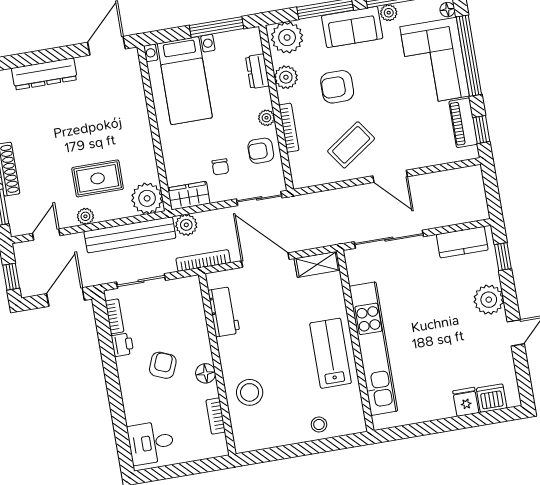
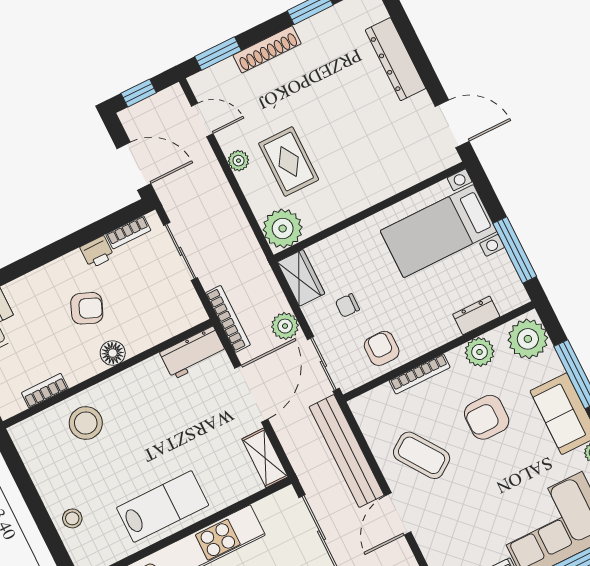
armchair: (337, 87) -> (487, 417), turned -90
plant: (266, 118) -> (423, 343), removed
plant: (186, 225) -> (285, 326), moved
bench: (130, 235) -> (347, 451), moved
workbench: (224, 312) -> (193, 353), moved
floor lamp: (206, 373) -> (113, 353), moved

